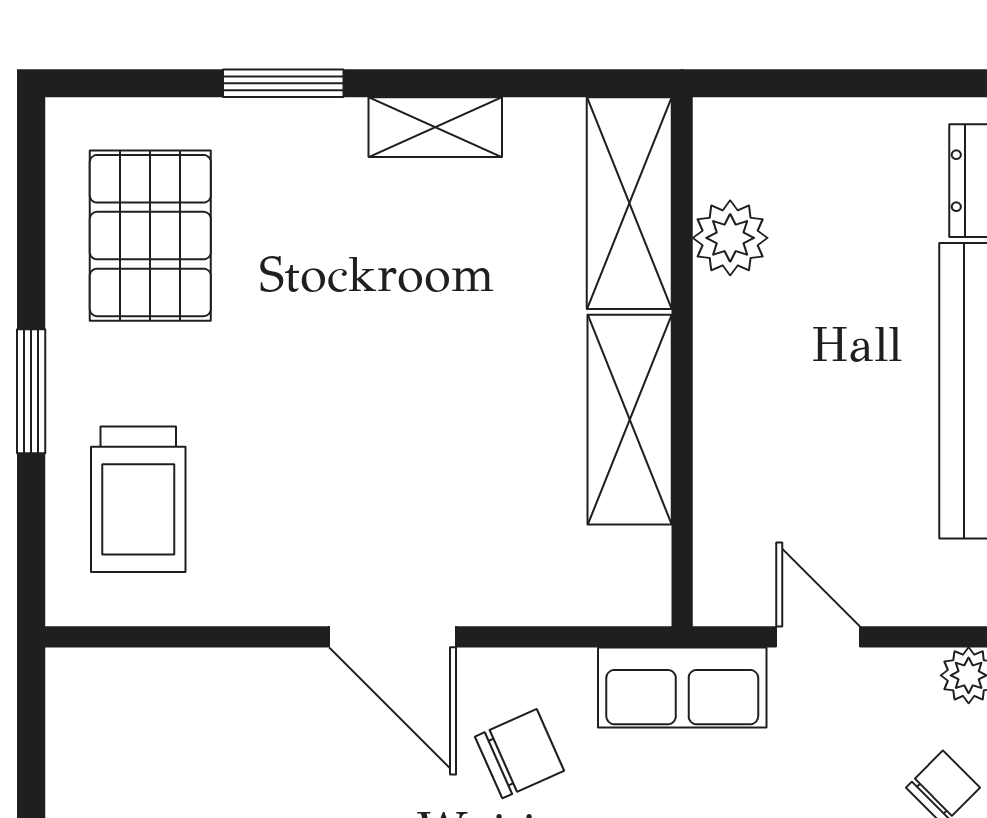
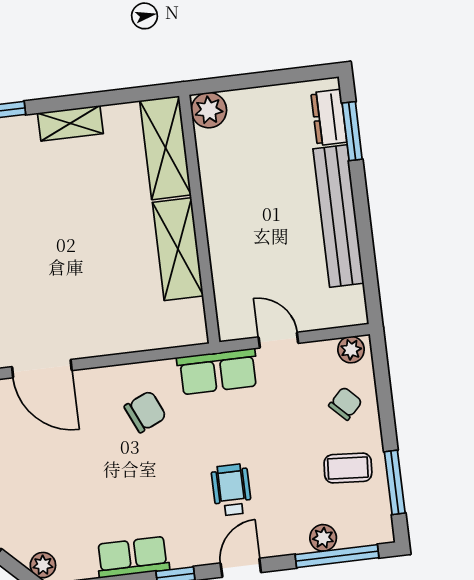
plant: (730, 238) -> (209, 110), moved
door: (393, 637) -> (42, 369), moved

